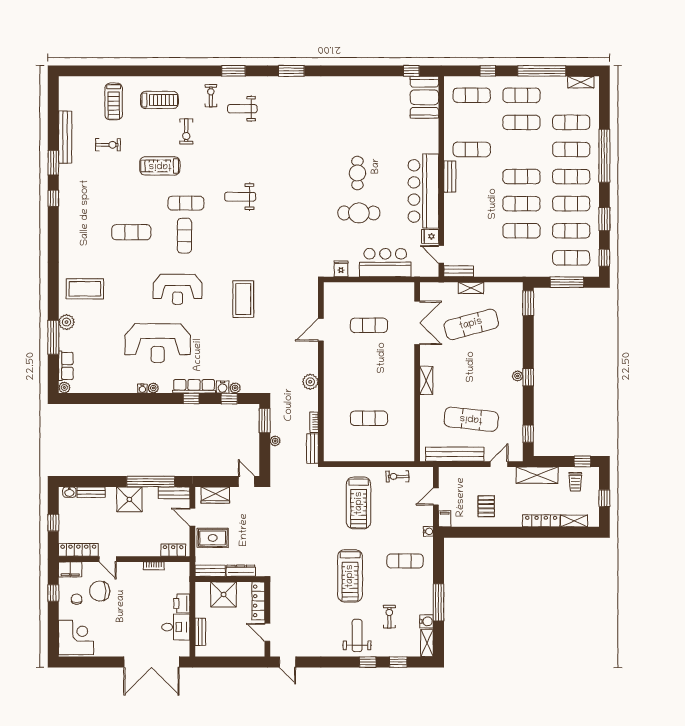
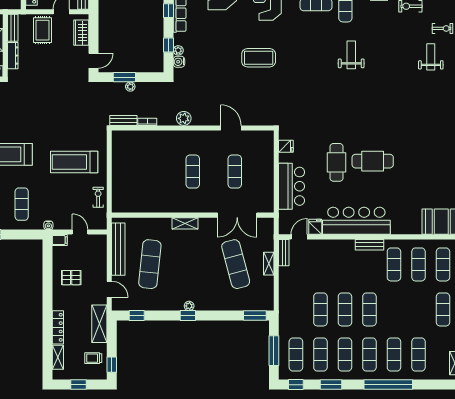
exercise mat: (521, 122) -> (418, 264), moved
cafe table: (357, 173) -> (373, 161), width x1.37, depth x1.35
water cooler: (223, 387) -> (179, 62), moved
exercise mat: (369, 418) -> (193, 172), moved
window: (265, 421) -> (124, 77), moved

